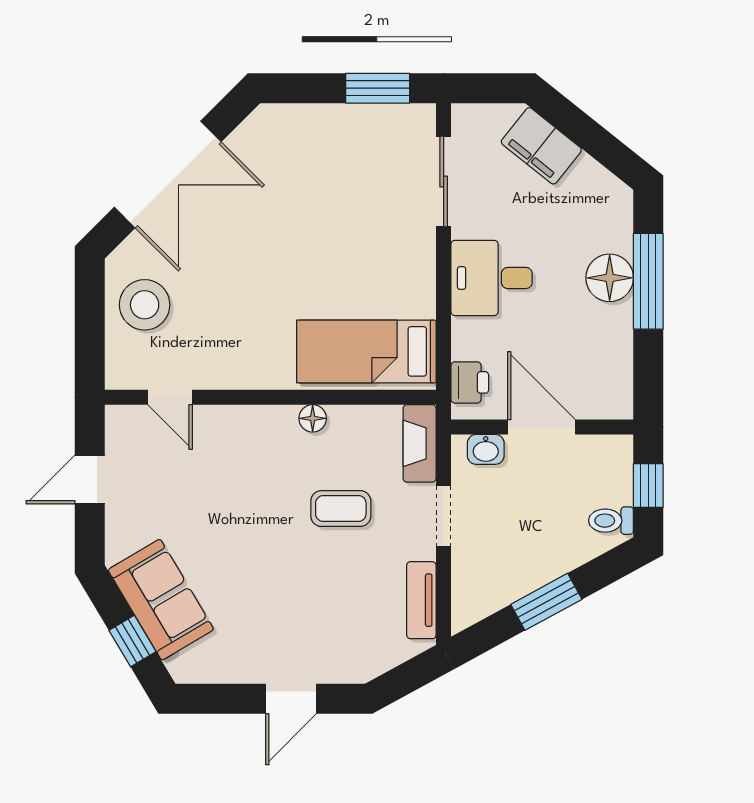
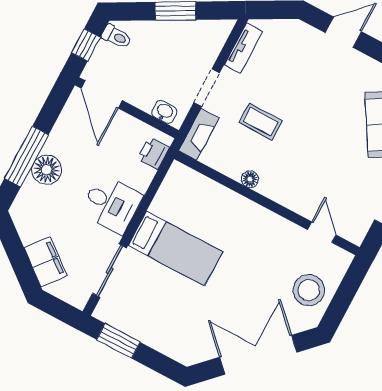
bed: (366, 351) -> (175, 249), moved
door: (541, 427) -> (102, 94), moved

